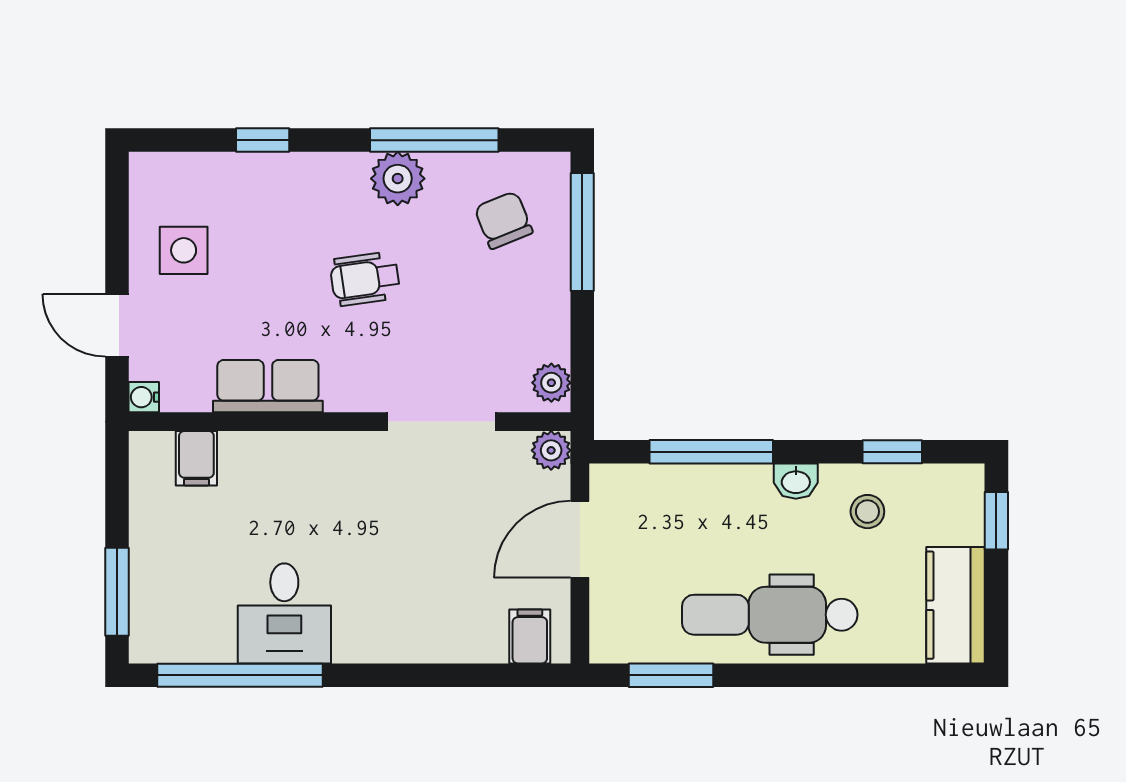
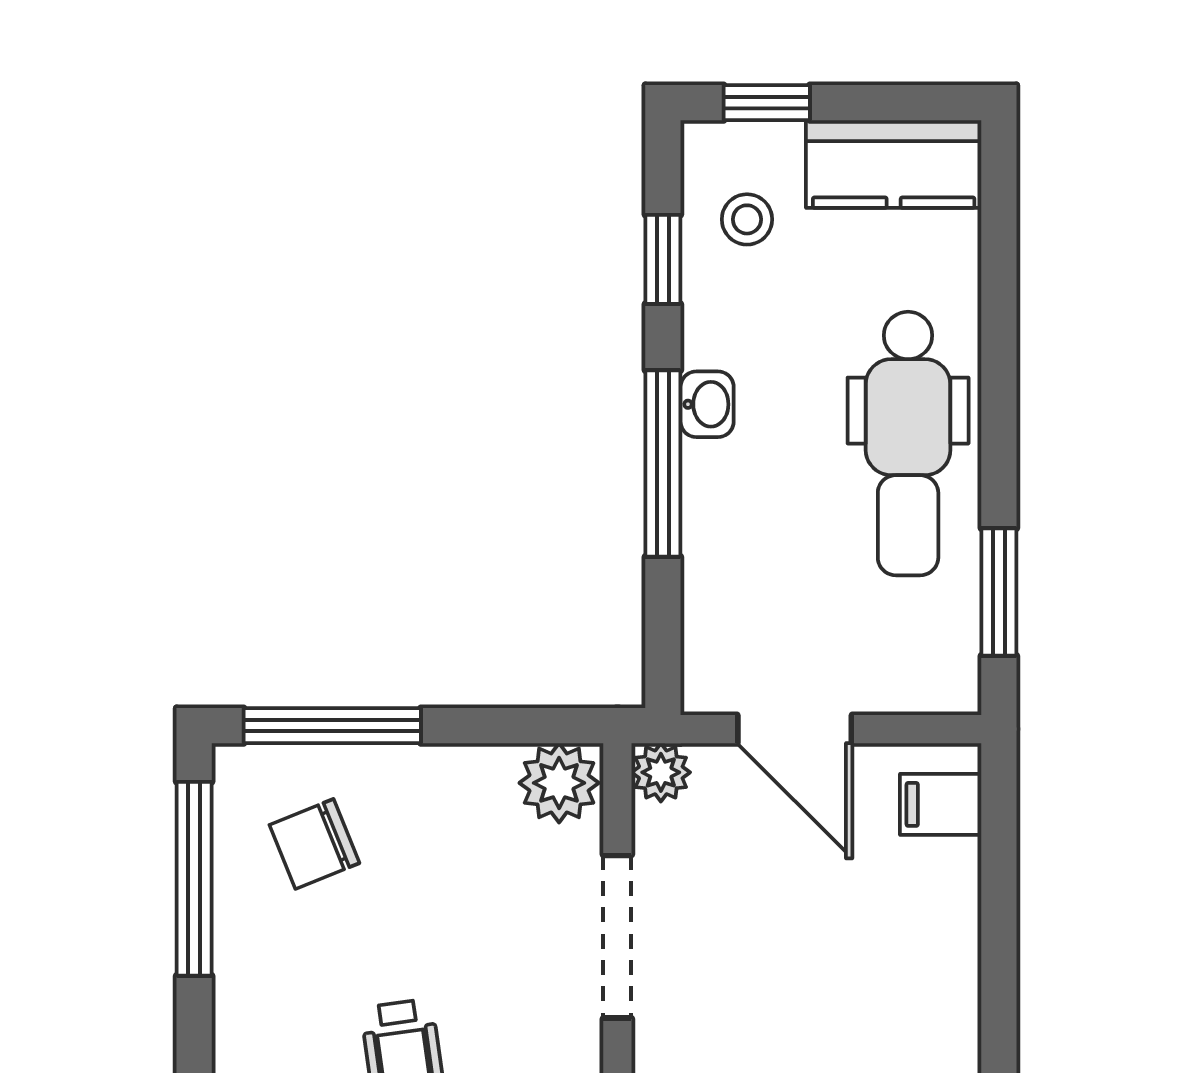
window: (434, 140) -> (194, 879), moved
plant: (398, 179) -> (252, 1003), removed
plant: (551, 383) -> (559, 783), width x1.38, depth x1.38
window: (711, 452) -> (663, 464), moved
stool: (867, 512) -> (747, 219), moved

